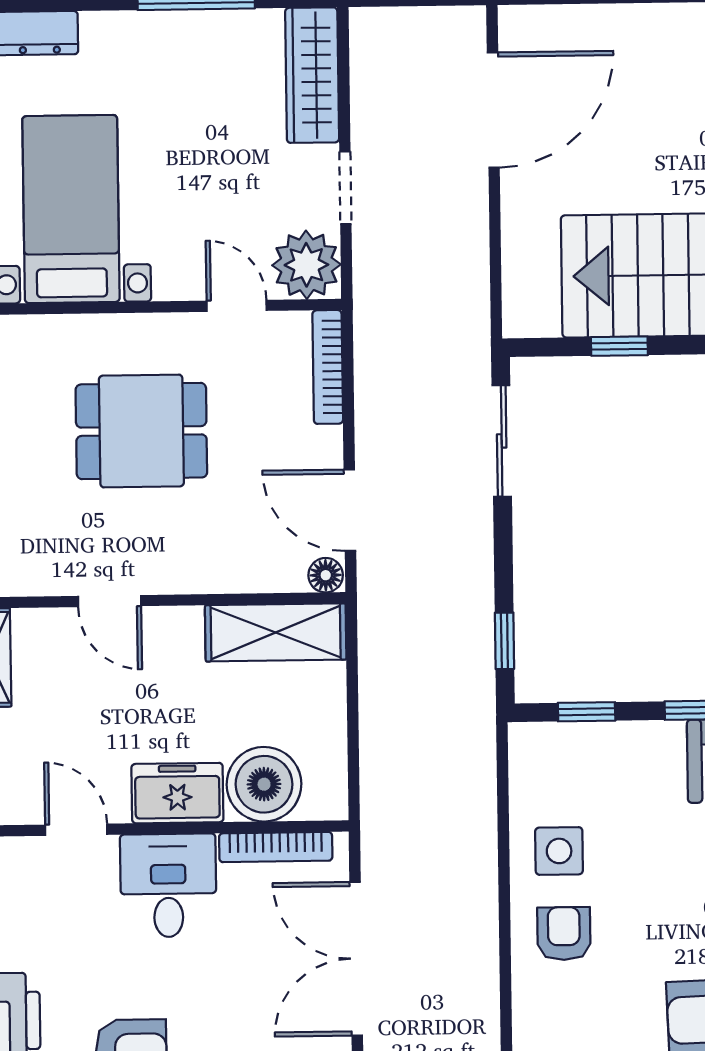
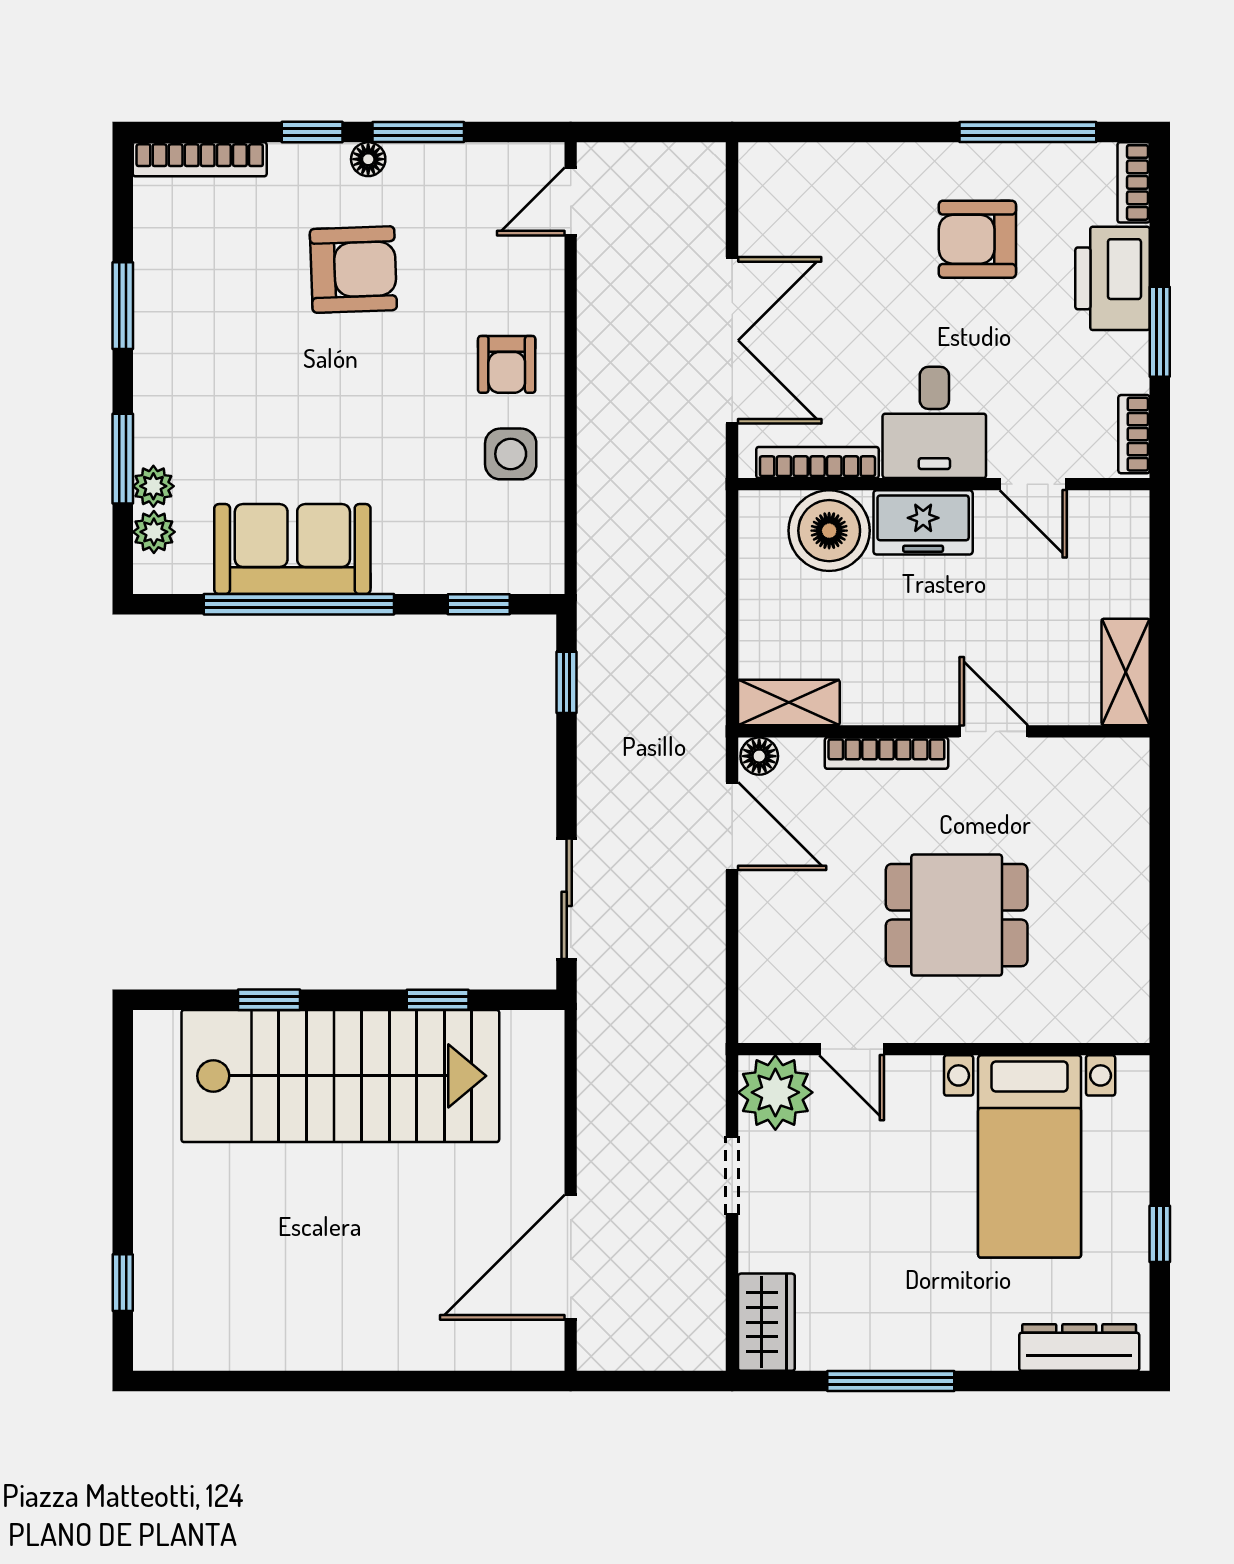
wardrobe: (312, 75) -> (766, 1322), width x0.67
bookcase: (328, 367) -> (886, 753), moved, turned 90
shelving: (276, 632) -> (789, 702), width x0.67, depth x0.75

